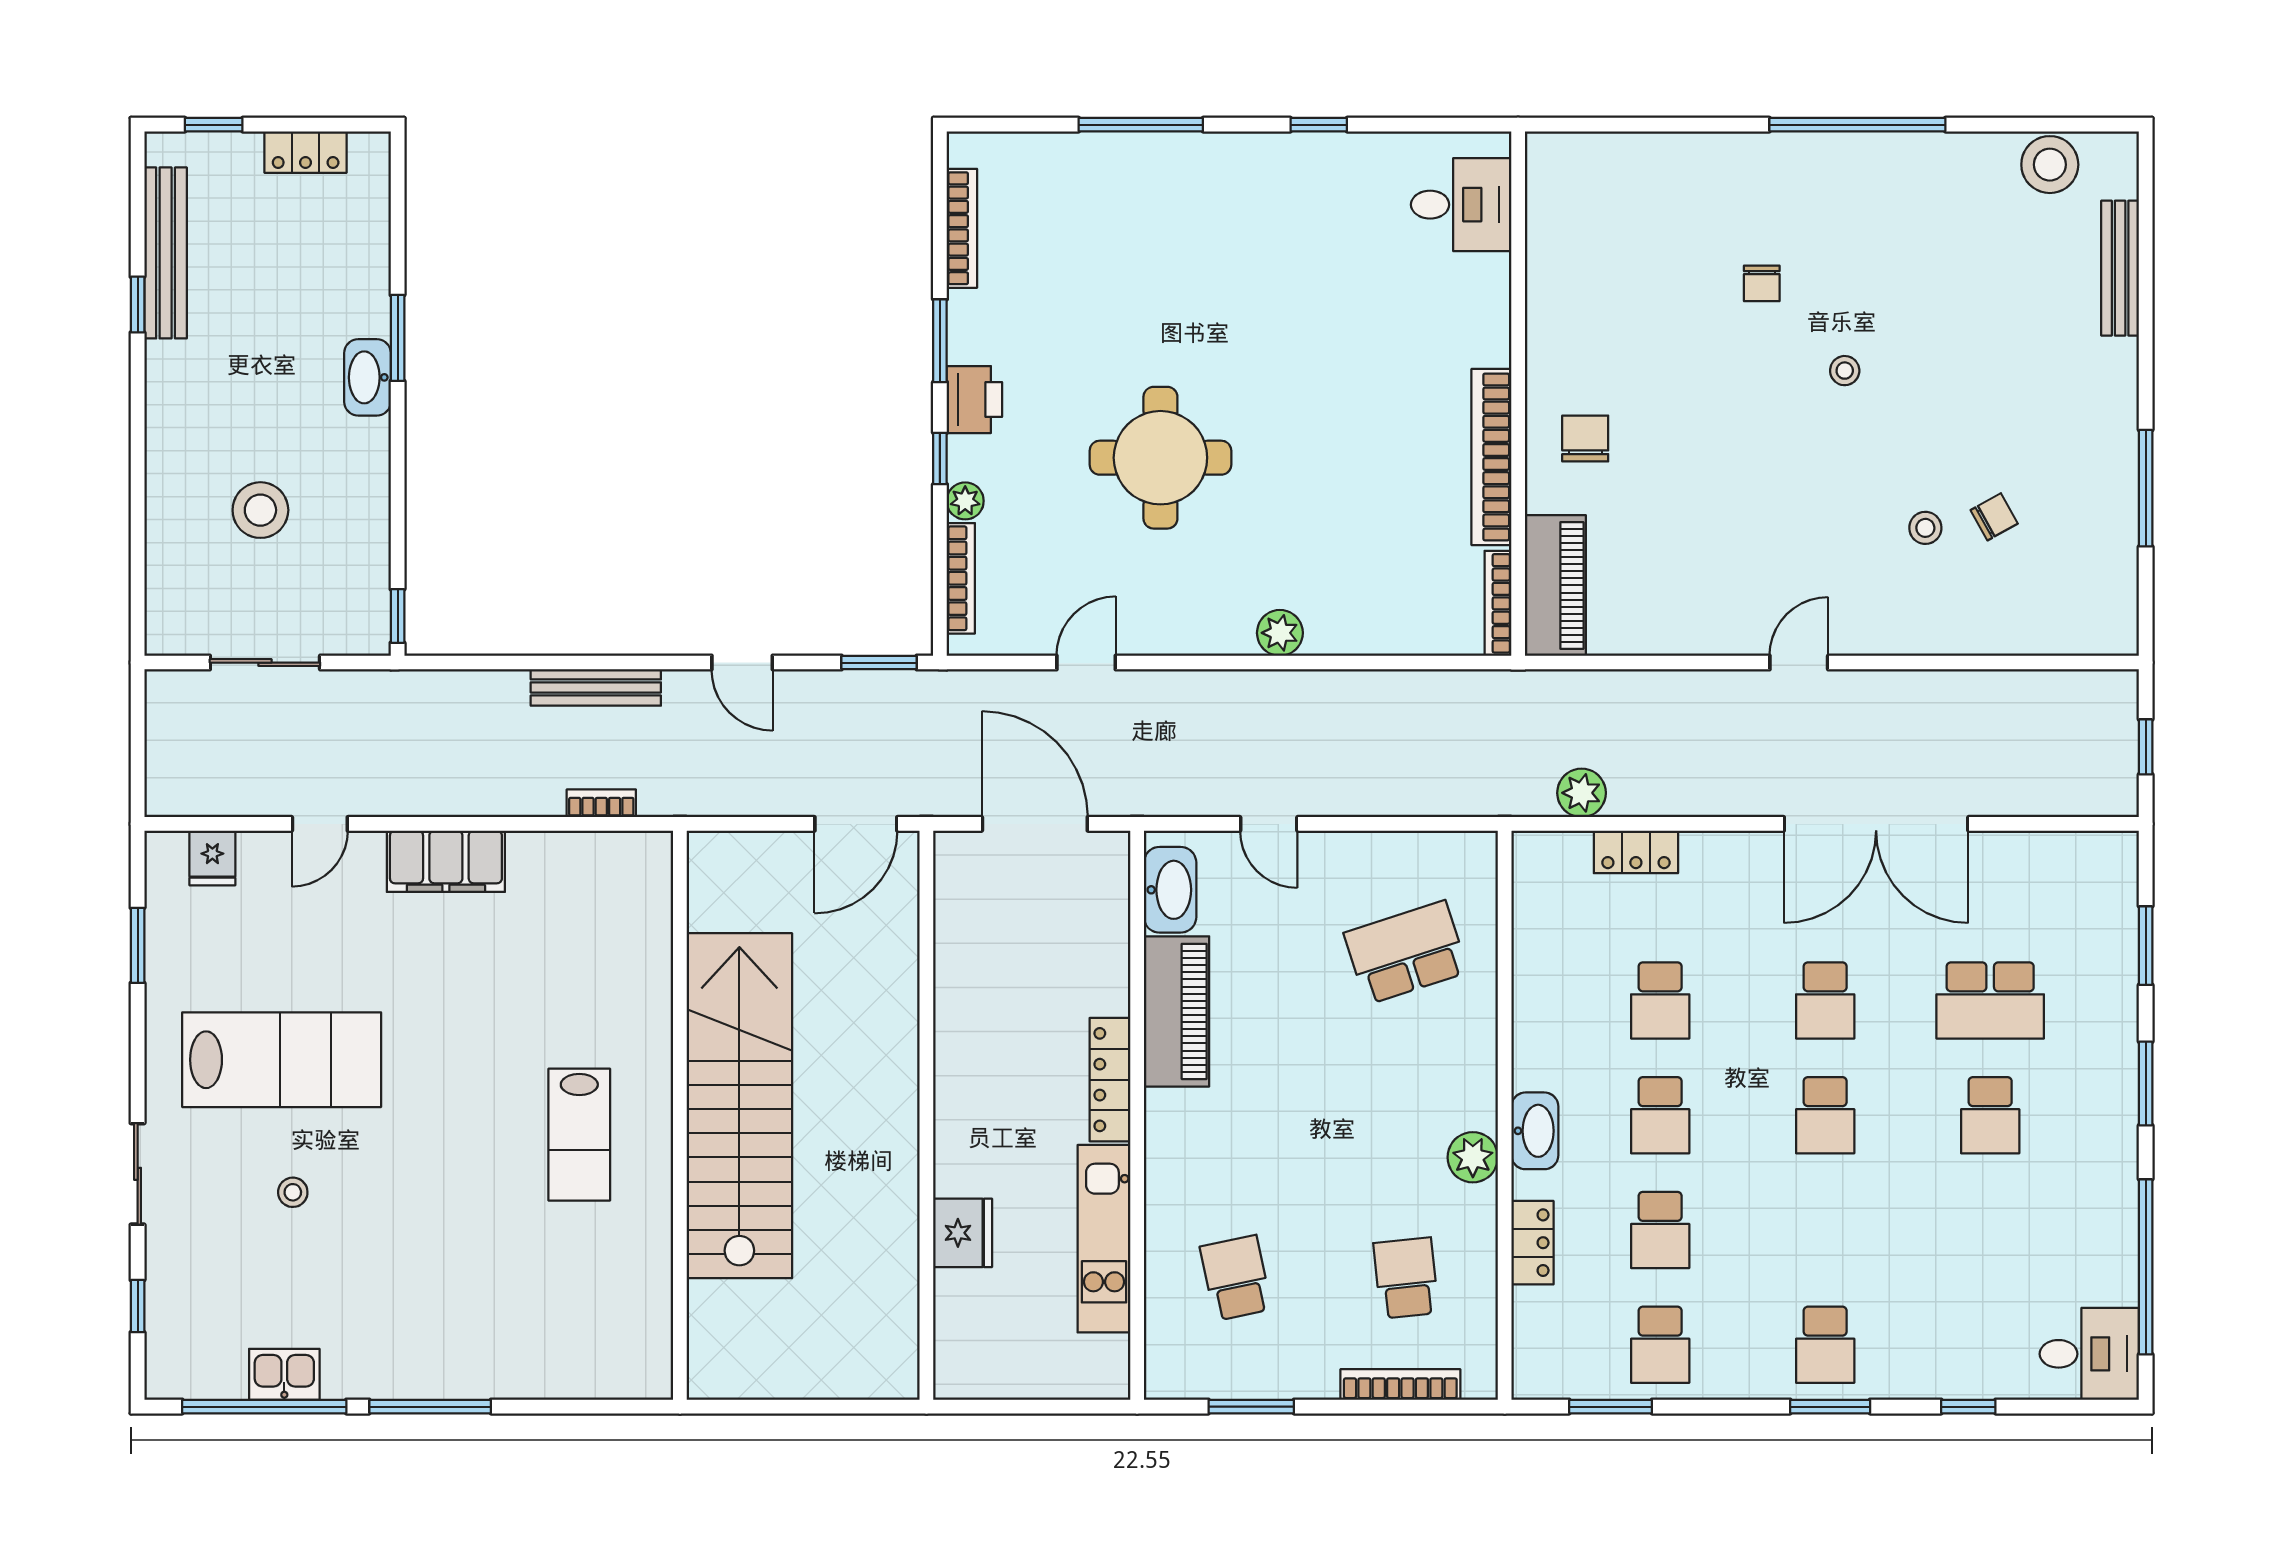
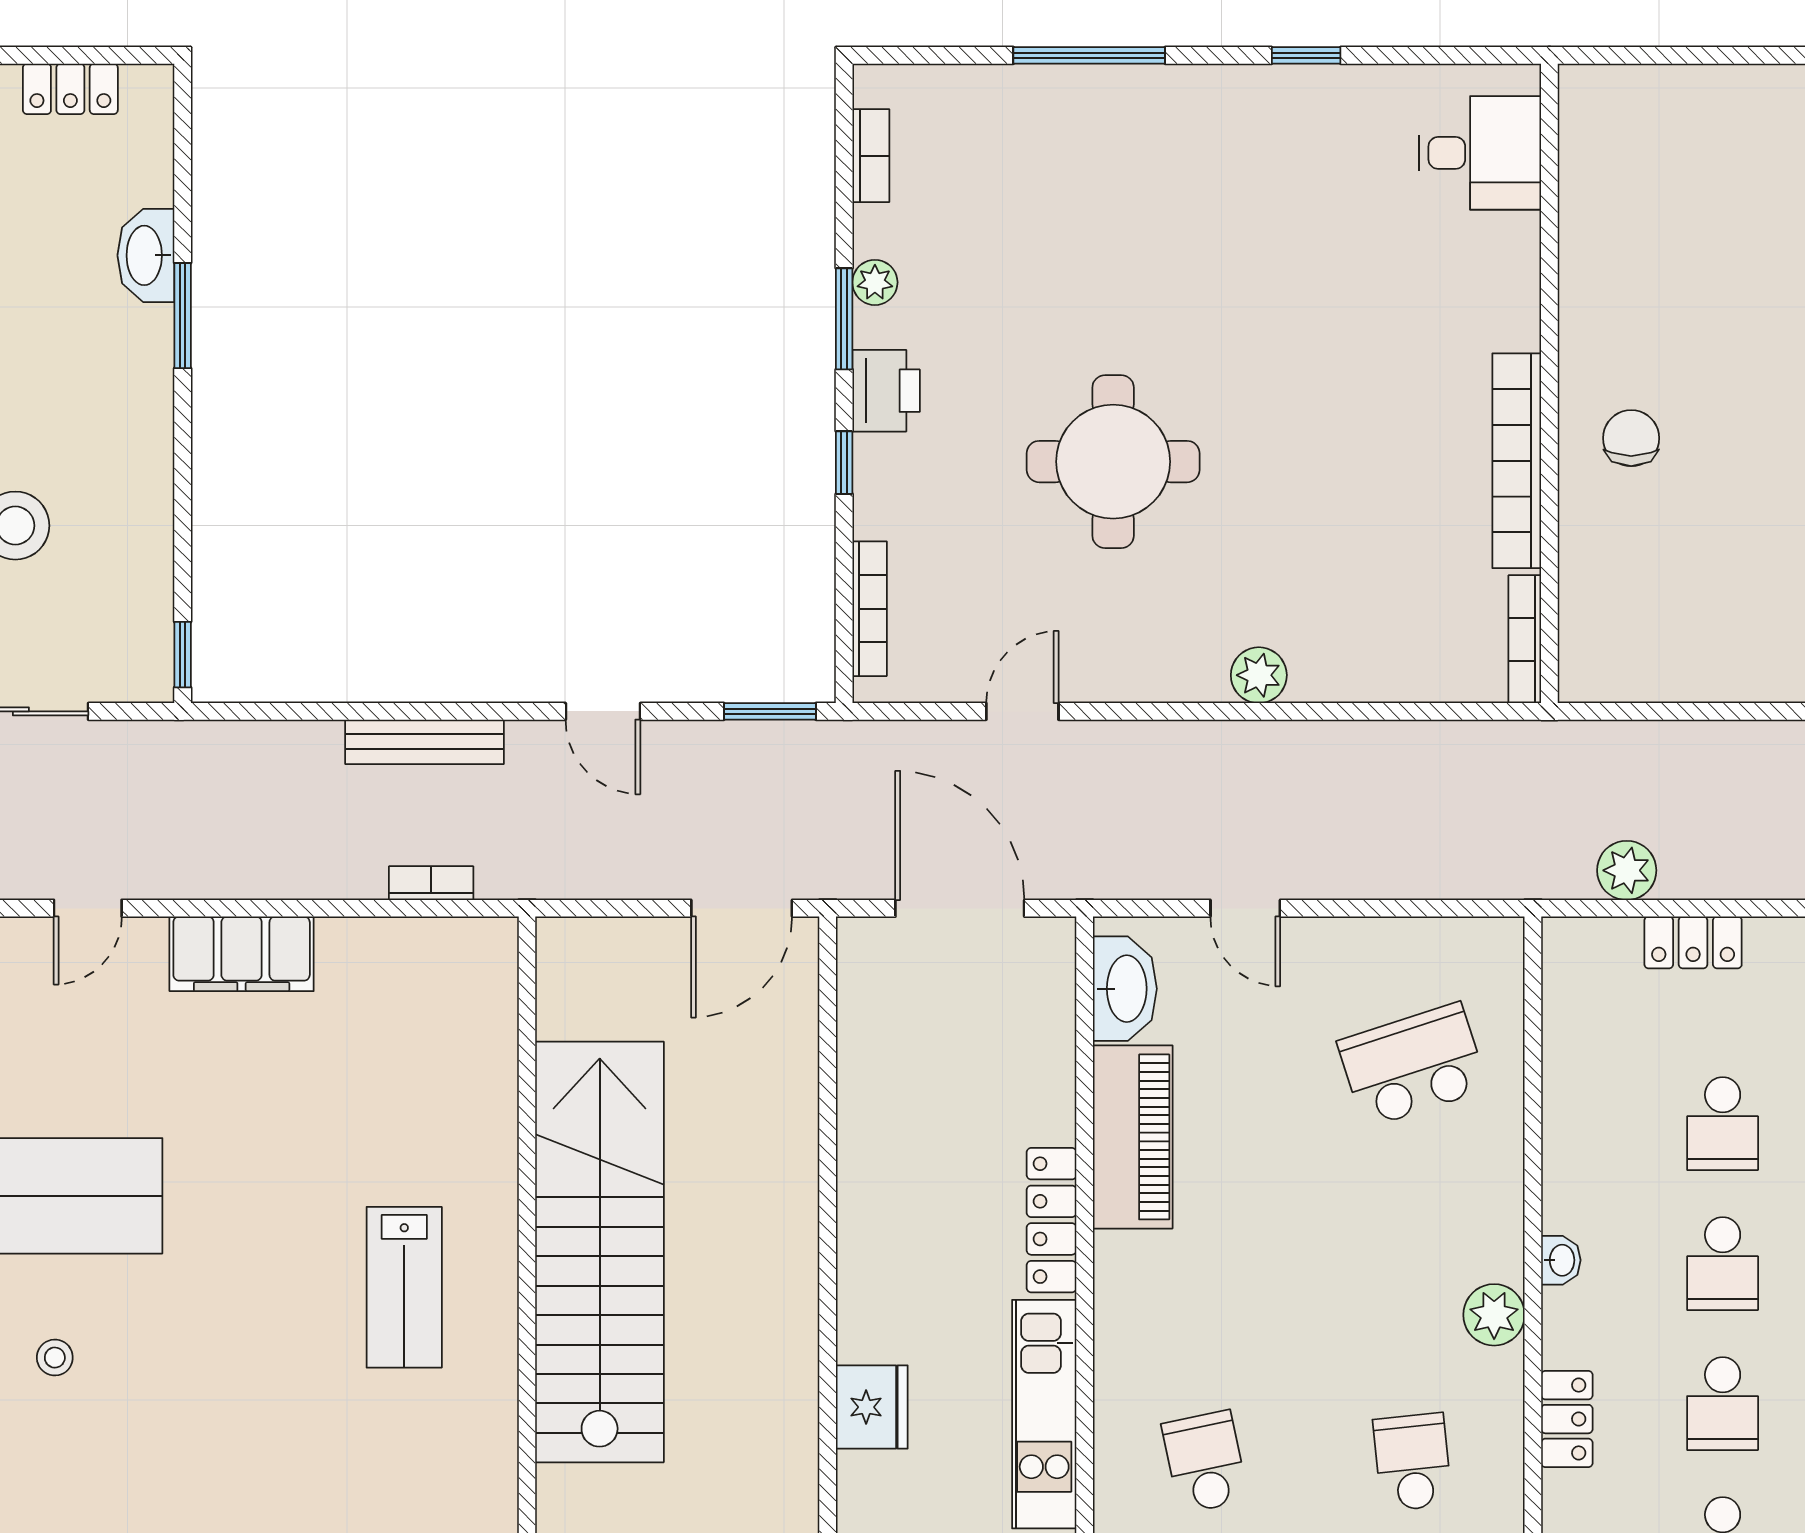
bookcase: (962, 228) -> (871, 156), width x0.64
washbasin: (367, 377) -> (146, 255), moved
plant: (965, 501) -> (875, 282), moved
piano: (1555, 585) -> (1595, 617), removed
washbasin: (1535, 1131) -> (1561, 1260), width x0.52, depth x0.69

